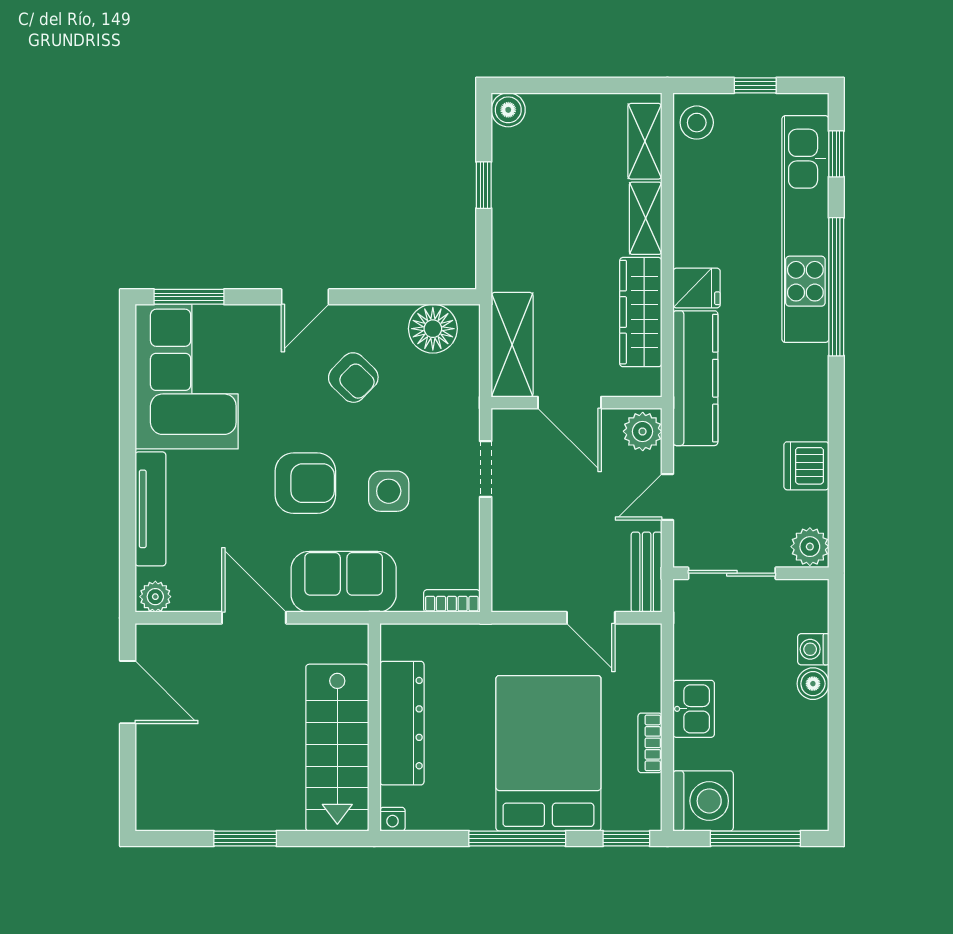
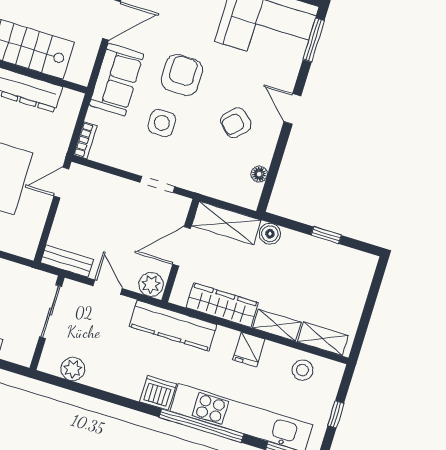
boiler: (508, 110) -> (270, 234), moved
stool: (697, 123) -> (303, 370), moved
fridge: (697, 288) -> (249, 350), moved
floor lamp: (433, 329) -> (259, 174), width x0.53, depth x0.53
dishwasher: (806, 466) -> (158, 393), moved
armchair: (305, 483) -> (182, 75), turned 180
plant: (810, 547) -> (73, 369), moved
door: (591, 618) -> (61, 182), moved

